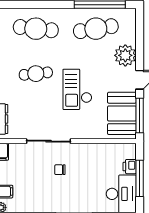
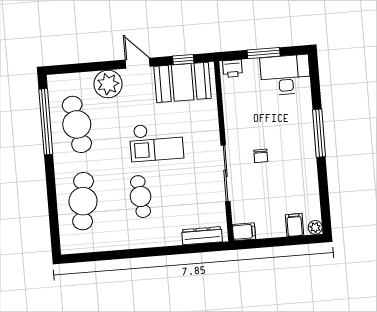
window: (140, 115) -> (183, 60), width x0.46
printer: (130, 167) -> (233, 68), moved
window: (140, 178) -> (264, 53), width x0.69

